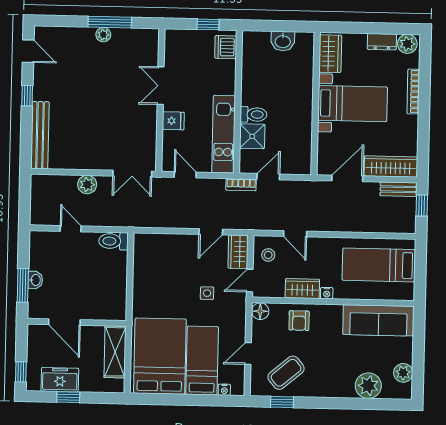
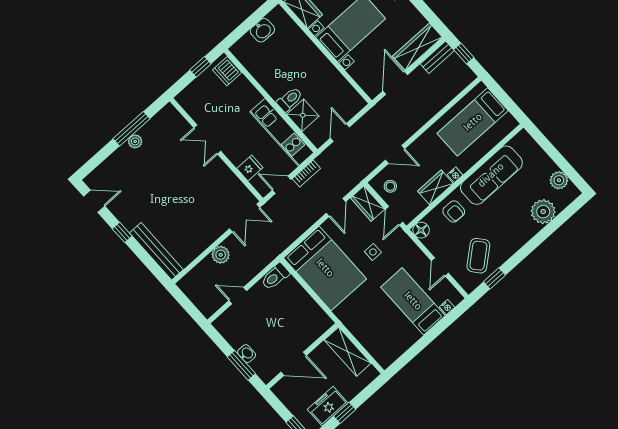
fridge: (173, 121) -> (250, 168), moved
bookcase: (241, 185) -> (306, 173), moved
sofa: (378, 320) -> (491, 175), moved
bed: (160, 356) -> (325, 268), moved, turned 180

